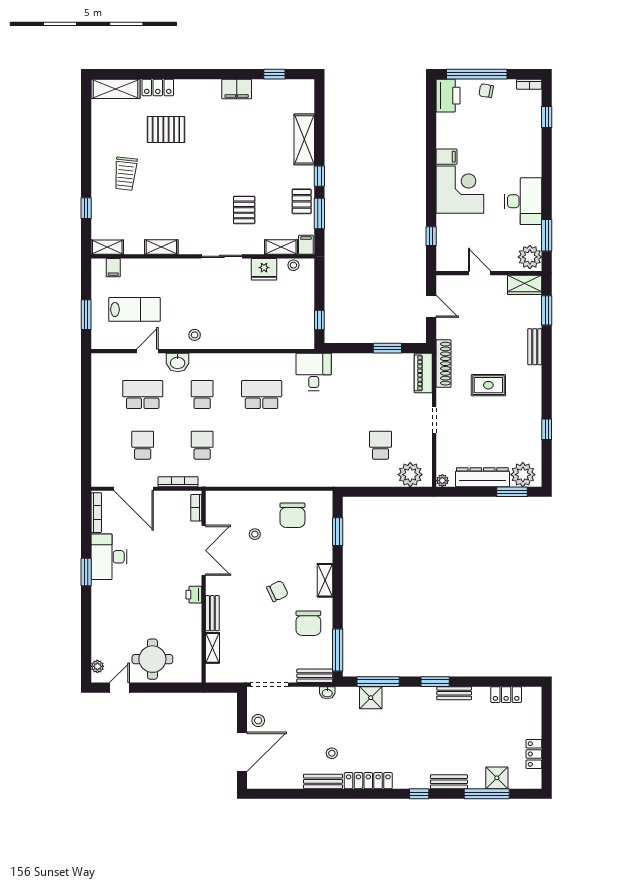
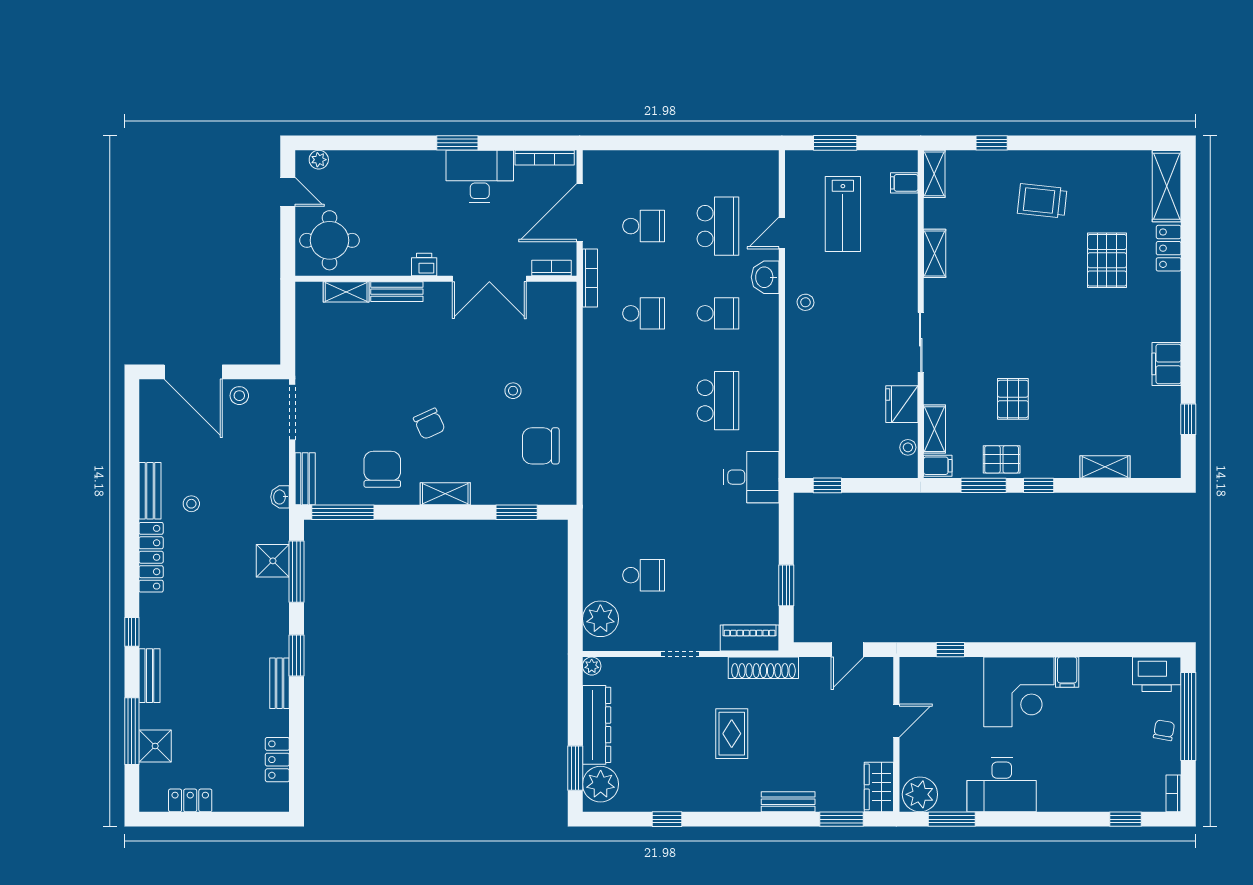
shelving: (304, 139) -> (1105, 467), width x0.67, depth x0.75
pallet: (244, 210) -> (1013, 399), moved, turned 90
door: (147, 351) -> (782, 233), swing flipped
bookcase: (196, 508) -> (552, 268), moved
double door: (204, 550) -> (489, 279), moved
wall: (204, 587) -> (436, 279), moved
printer: (194, 595) -> (424, 265), moved
bench: (212, 613) -> (397, 292), moved
chair: (308, 623) -> (382, 469), turned 90
shelving: (212, 648) -> (346, 292), moved

